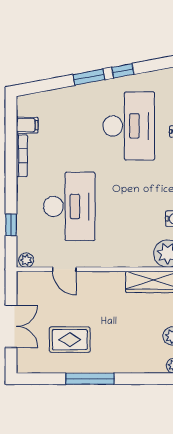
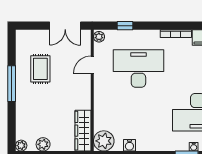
desk: (69, 206) -> (138, 69), turned 180
double door: (11, 326) -> (65, 26), moved

